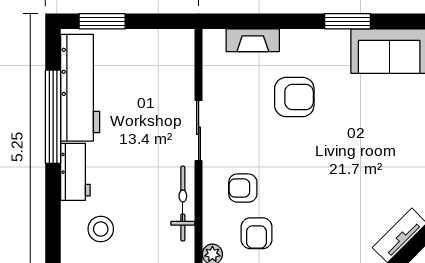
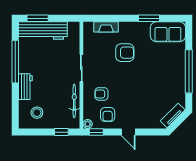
workbench: (80, 88) -> (43, 31), moved, turned 90

